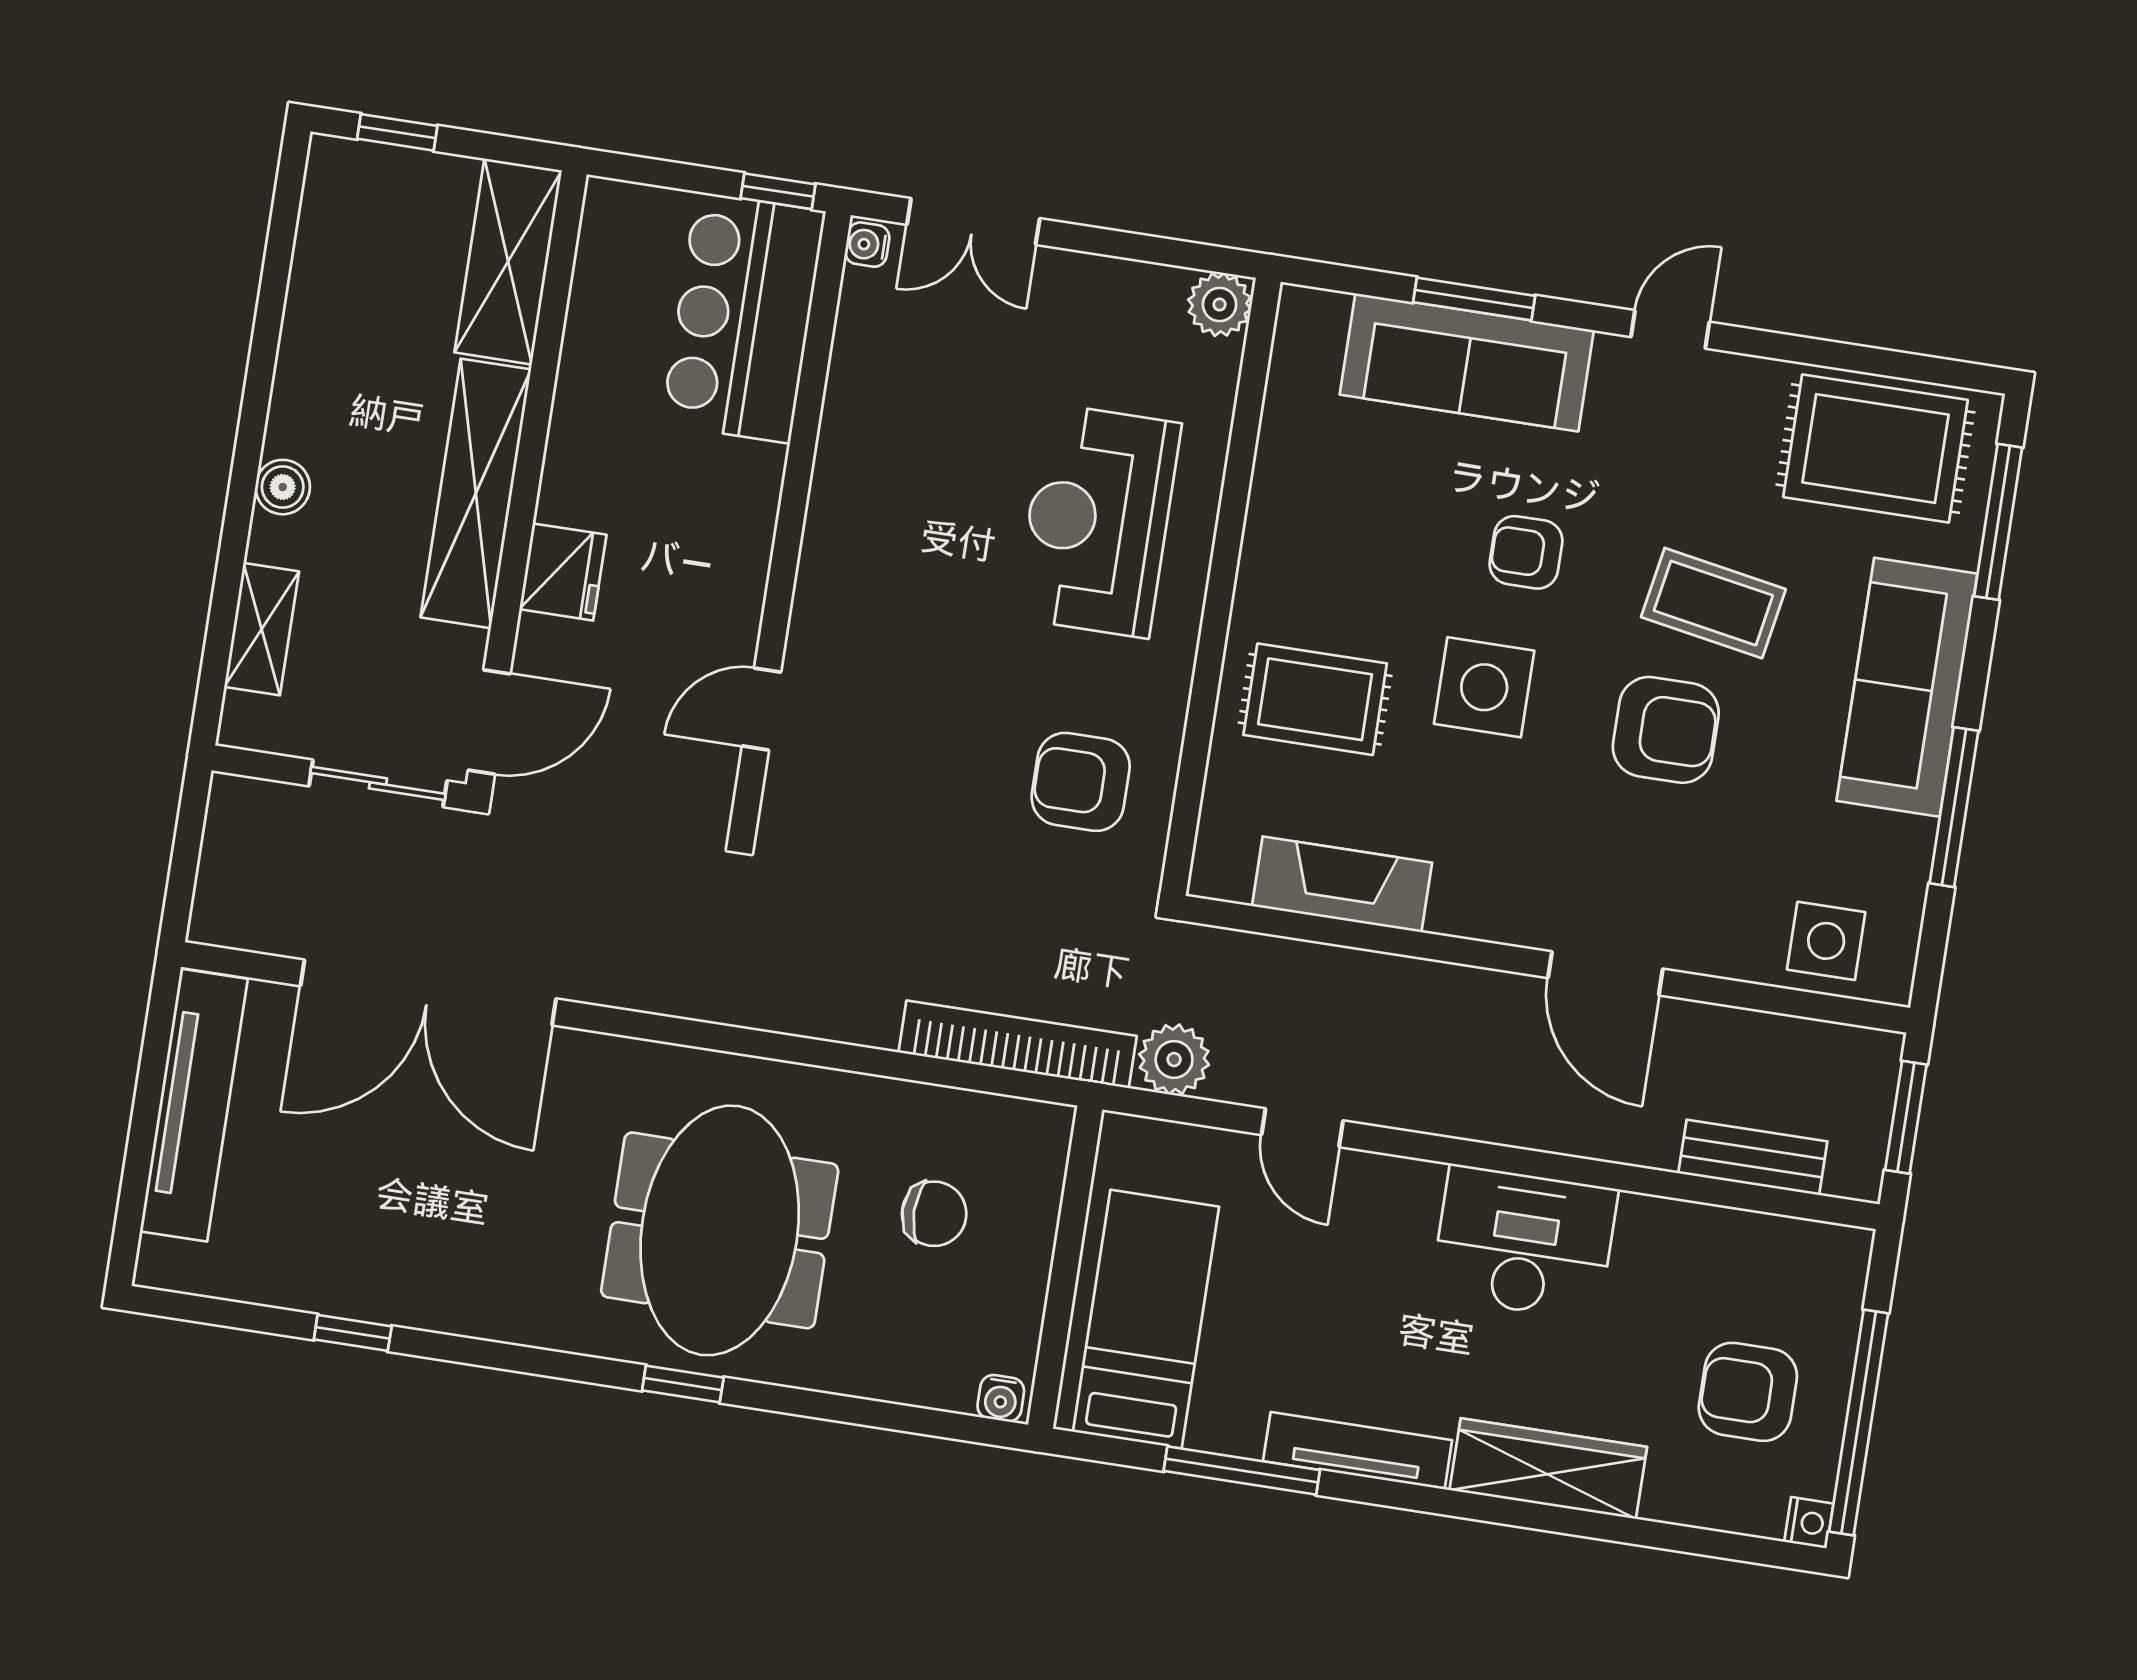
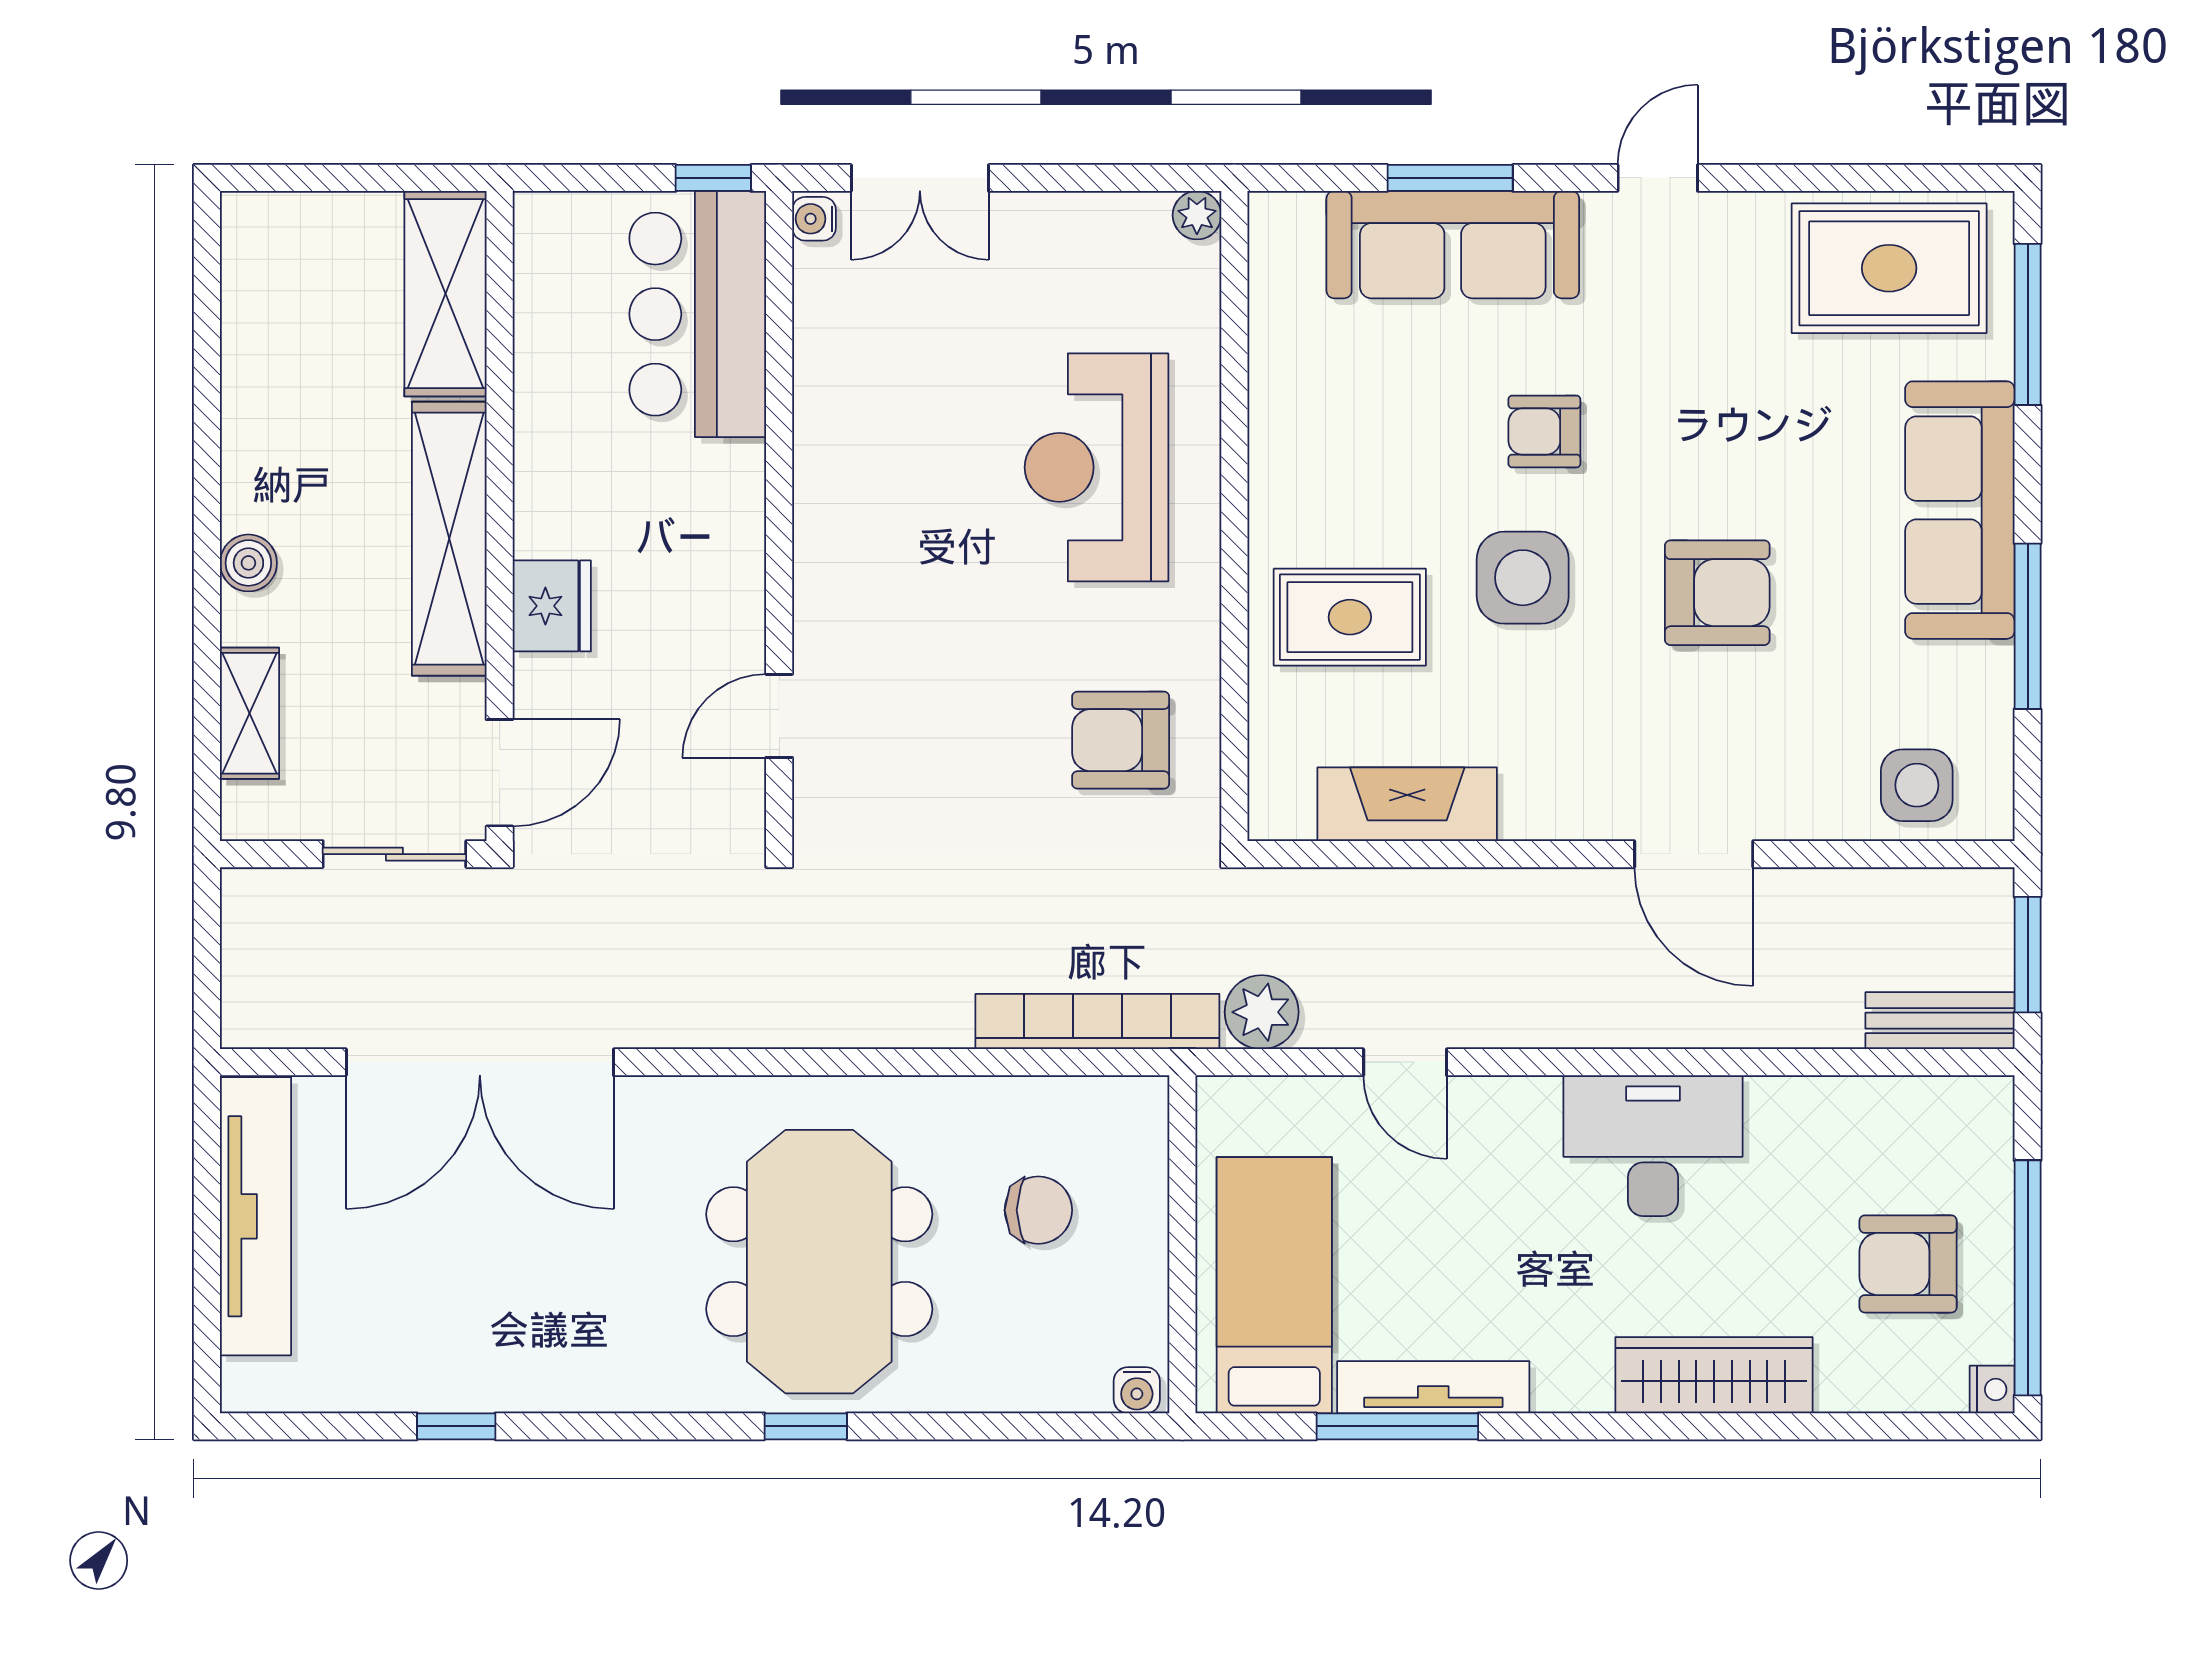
window: (397, 132) -> (310, 178), removed
plant: (1220, 304) -> (1197, 215), width x0.73, depth x0.73
coffee table: (1713, 603) -> (1746, 454), removed
bench: (1753, 1157) -> (1940, 1021), moved
tv unit: (1358, 1451) -> (1433, 1387), moved

